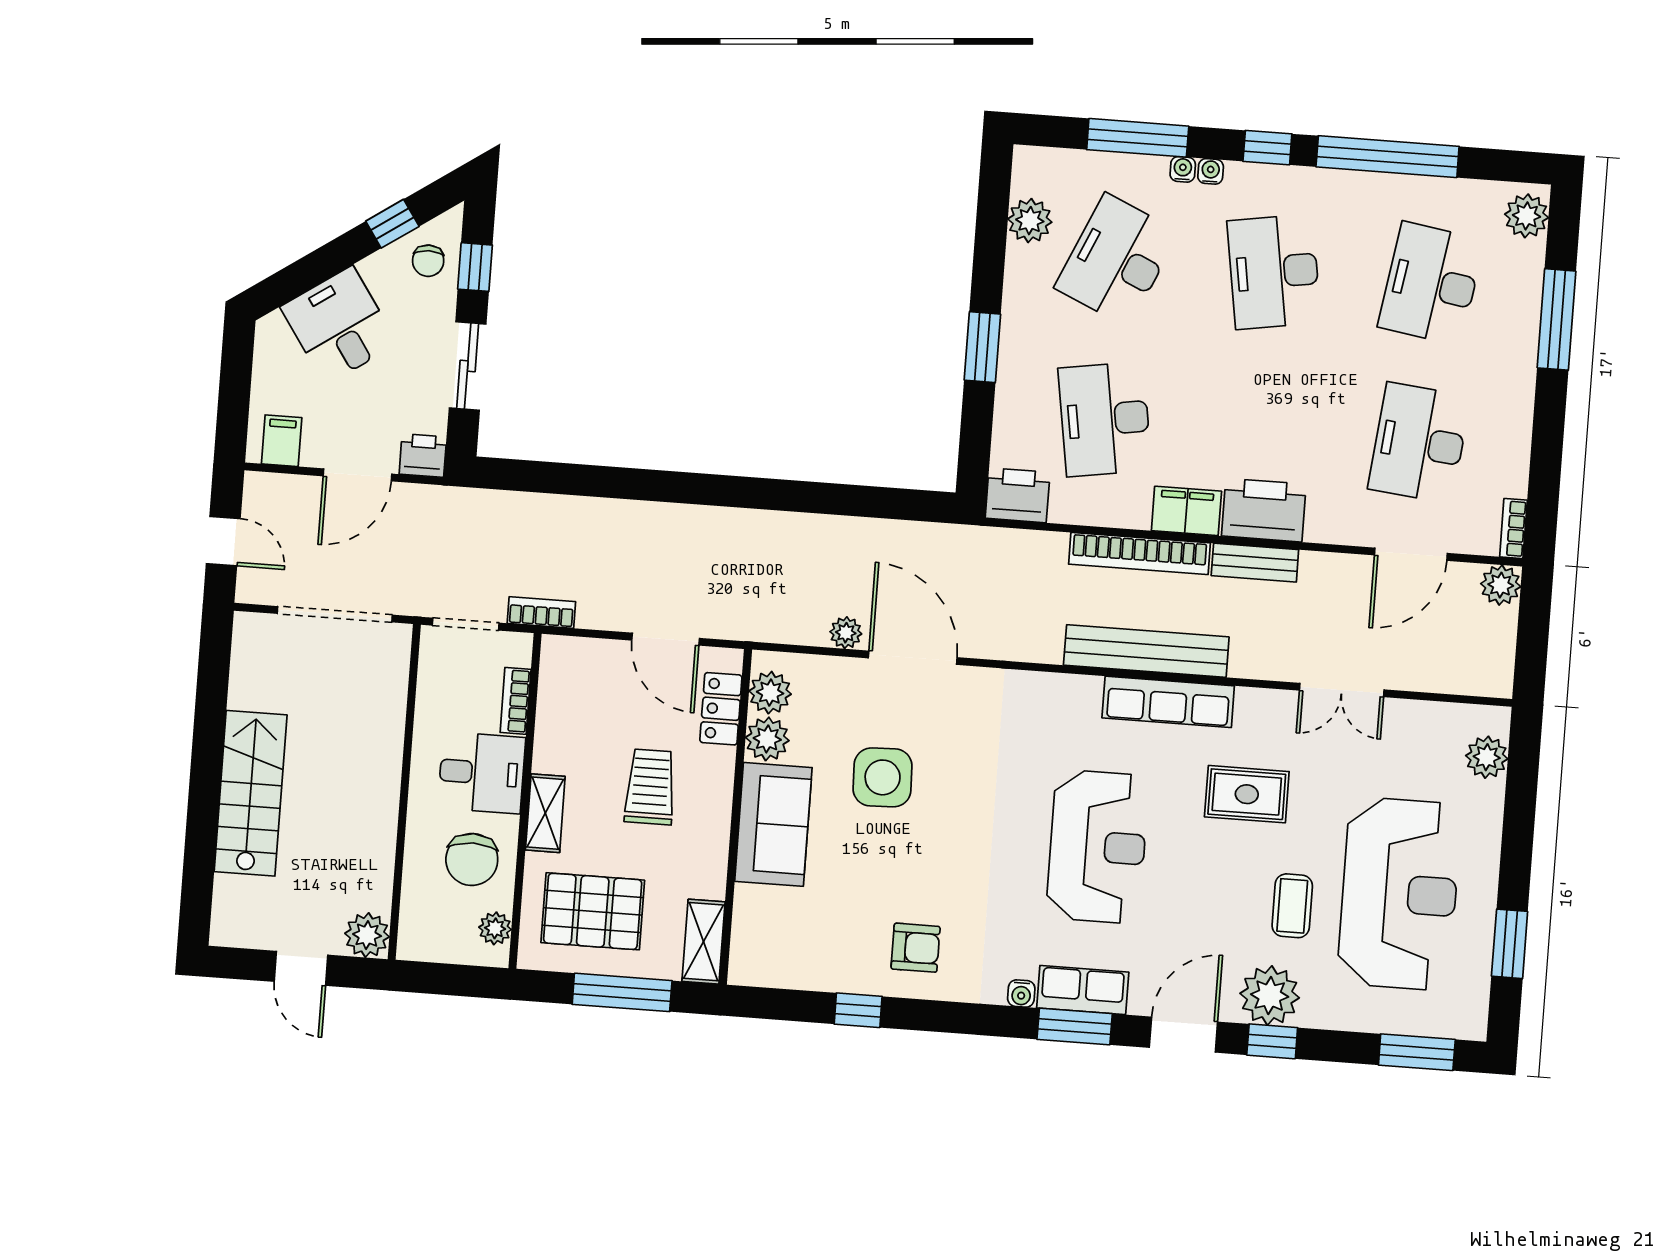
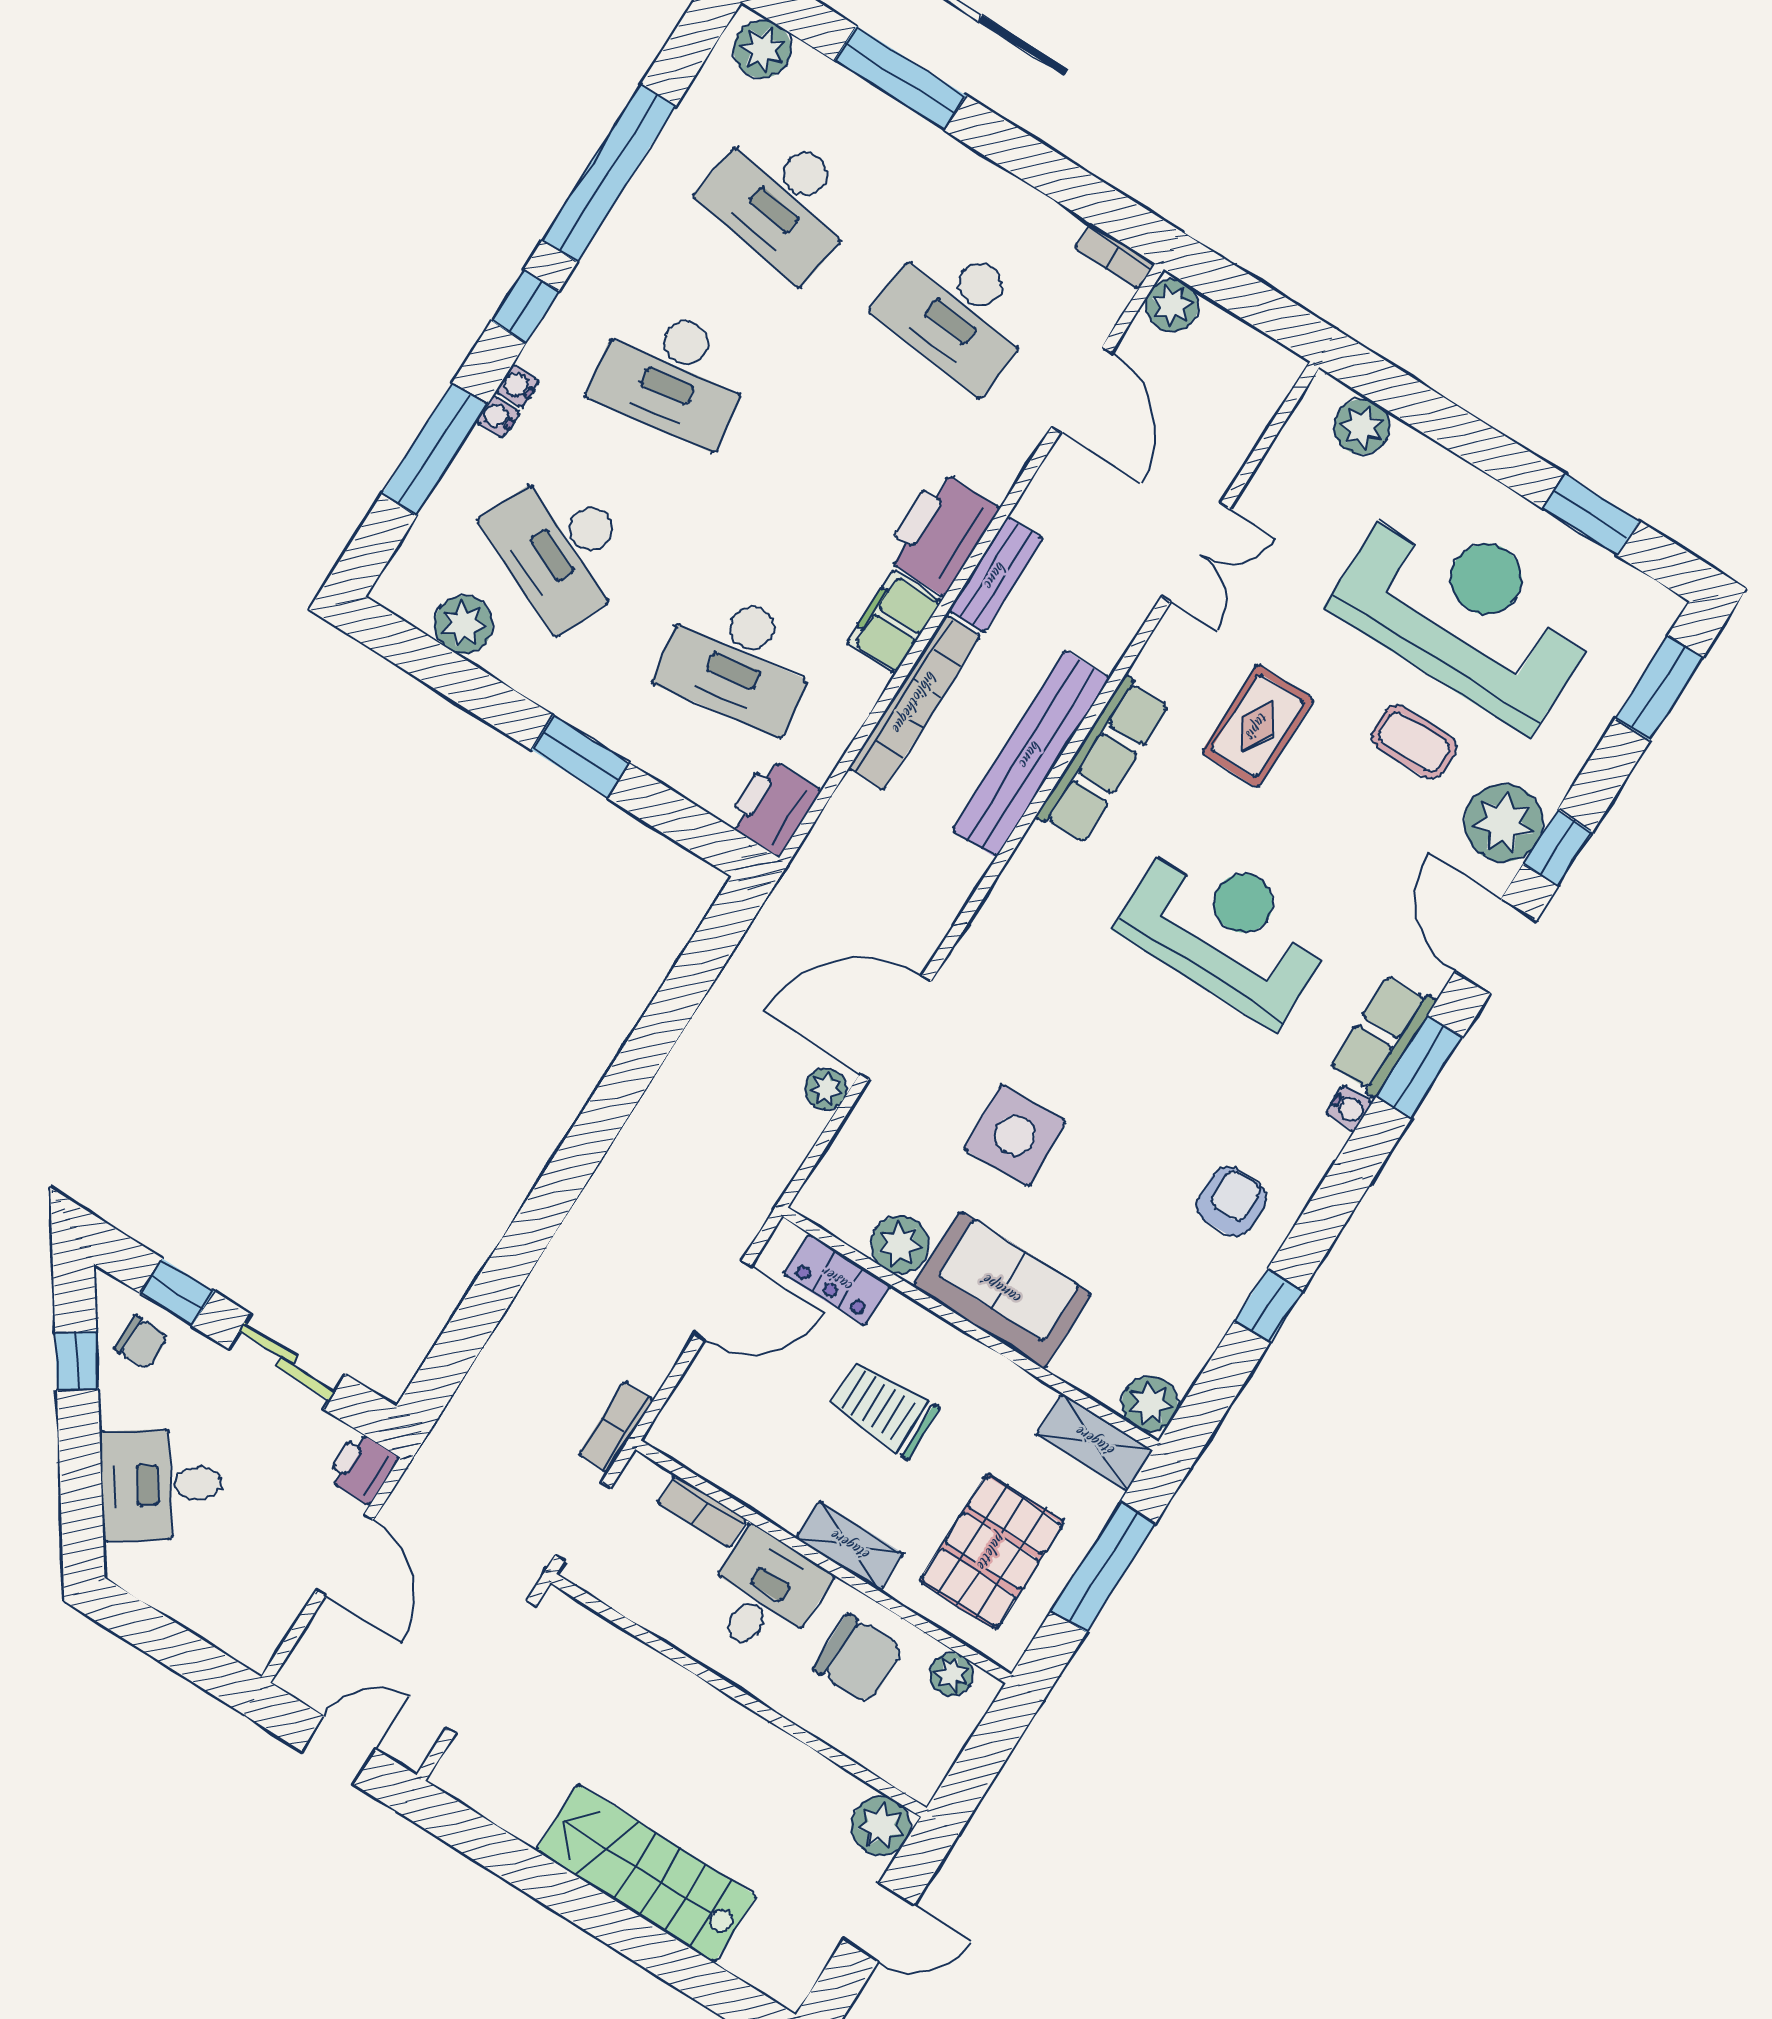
filing cabinet: (282, 441) -> (259, 1621), removed
plant: (770, 693) -> (1150, 1403), moved

